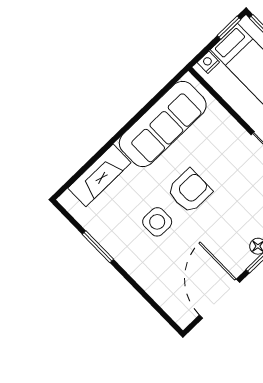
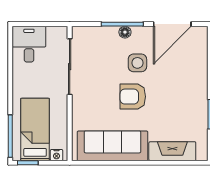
side table: (157, 222) -> (137, 63), moved

